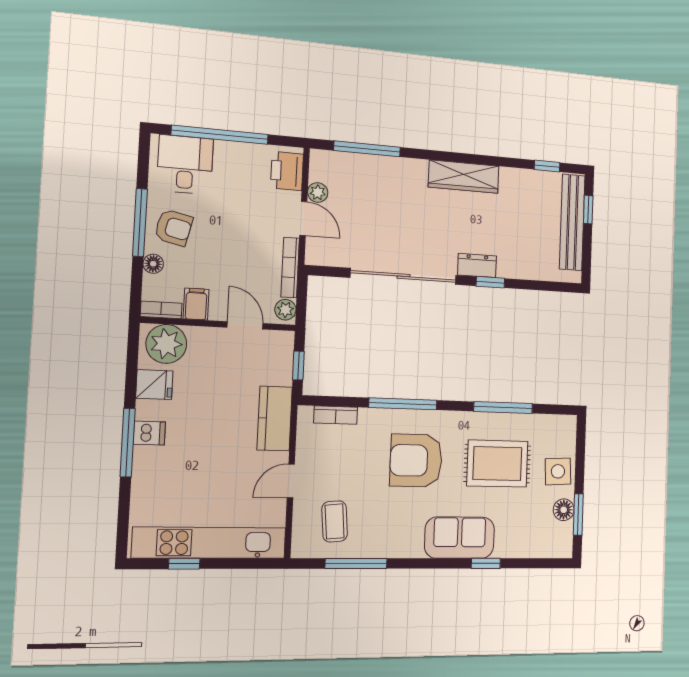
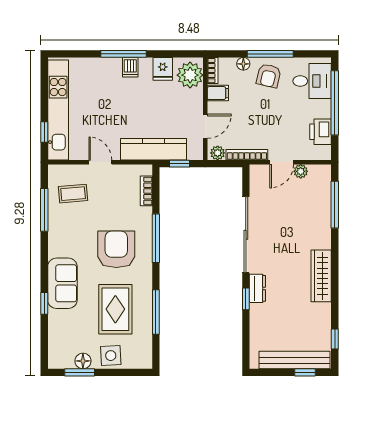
printer: (287, 171) -> (321, 132), moved, turned -90
kitchen counter: (275, 419) -> (154, 149), width x1.50
window: (184, 564) -> (44, 132), moved

